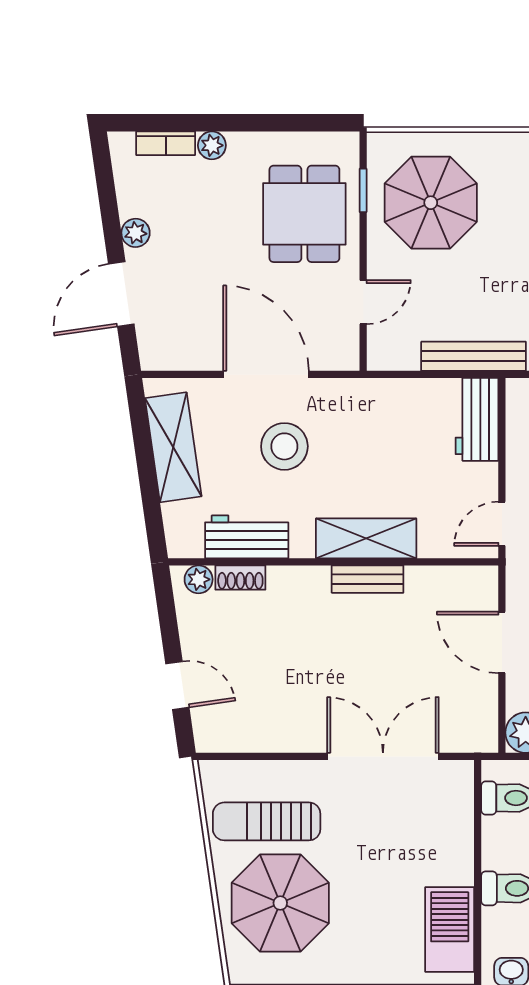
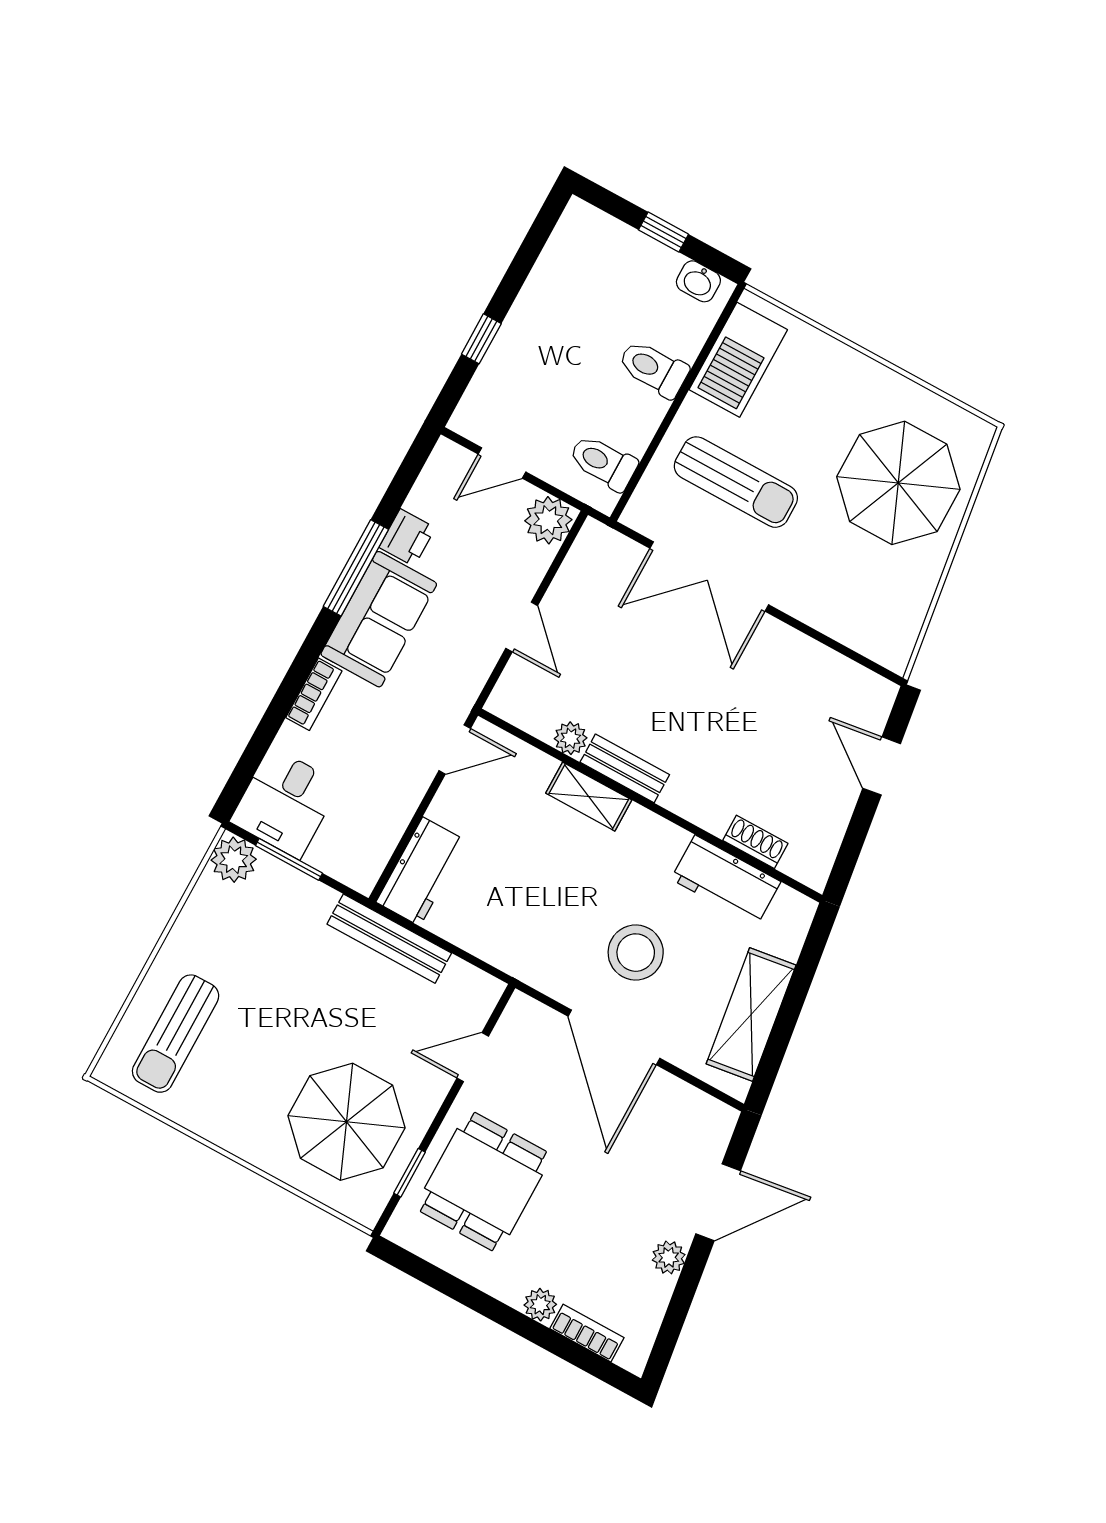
shelving: (366, 538) -> (589, 797), width x0.67, depth x0.75
plant: (199, 579) -> (571, 738), moved
door: (502, 642) -> (522, 627), width x0.73
sun lounger: (267, 821) -> (736, 482), moved

